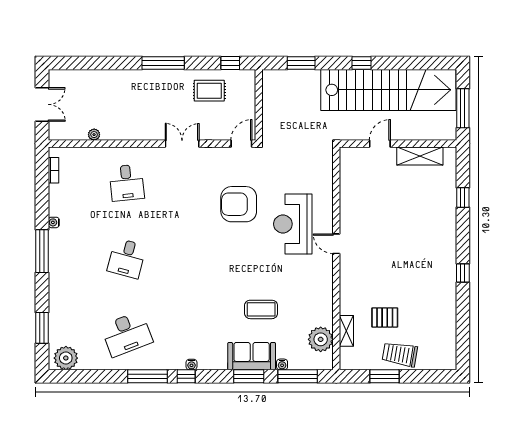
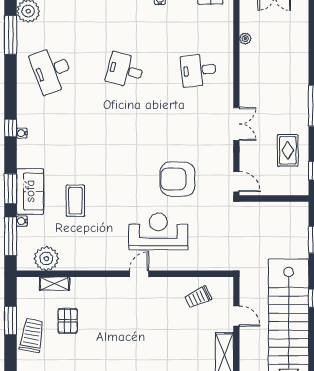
trolley: (361, 183) -> (198, 297), added
armchair: (239, 204) -> (178, 179), turned -90
window: (148, 376) -> (11, 35), moved

